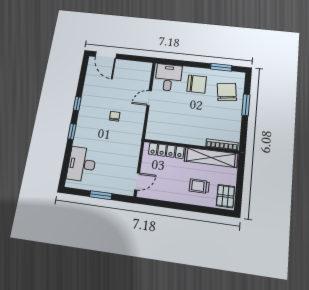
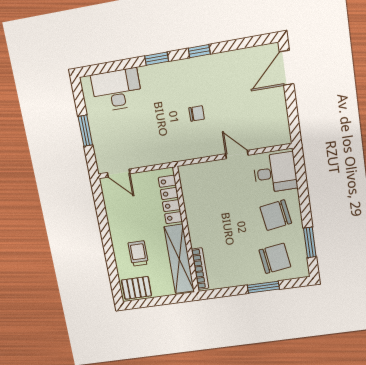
chair: (197, 84) -> (276, 215), turned 81

